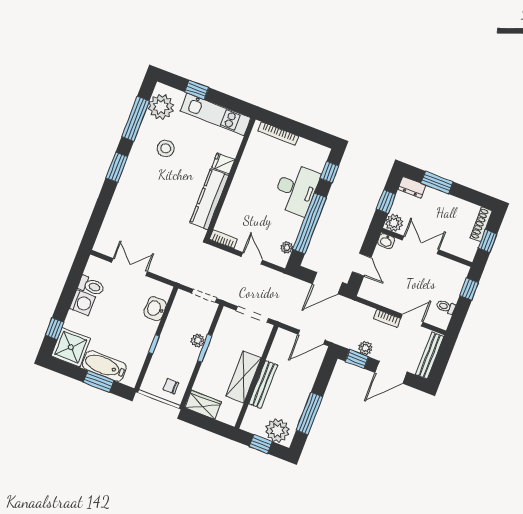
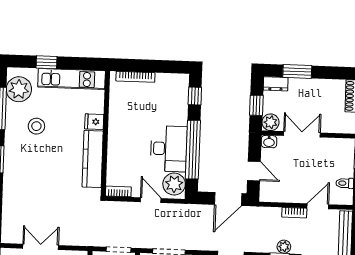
desk: (296, 189) -> (169, 149), moved
plant: (287, 247) -> (174, 184), width x1.88, depth x1.88

